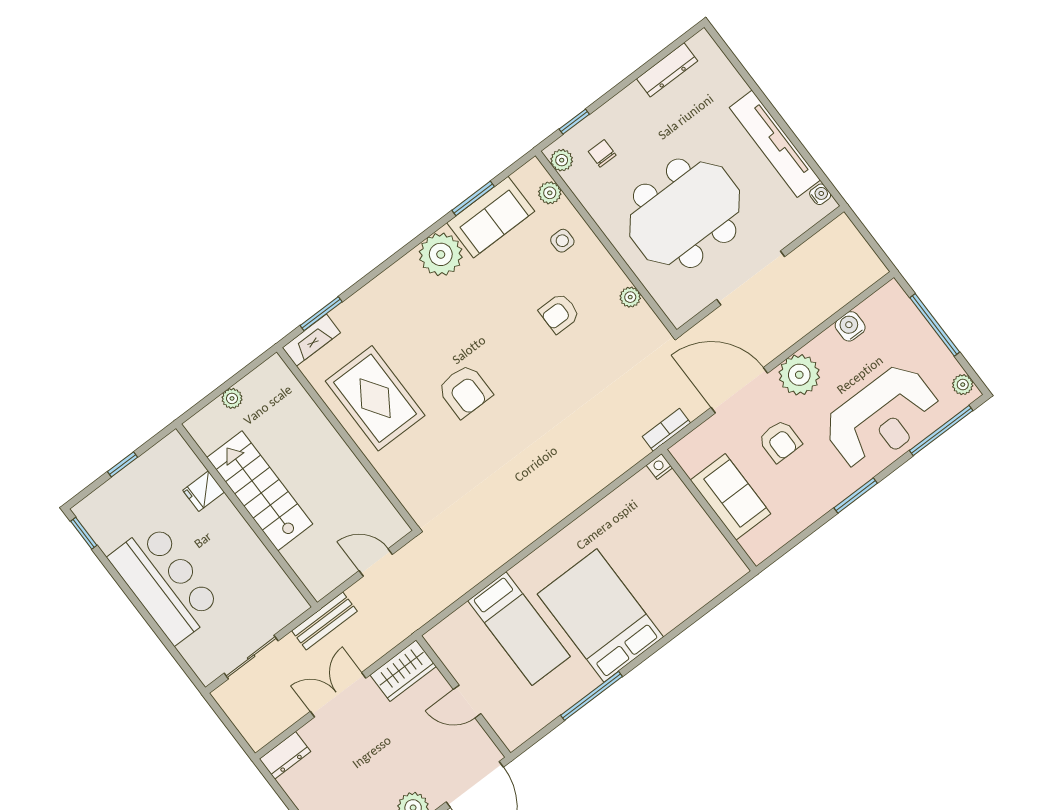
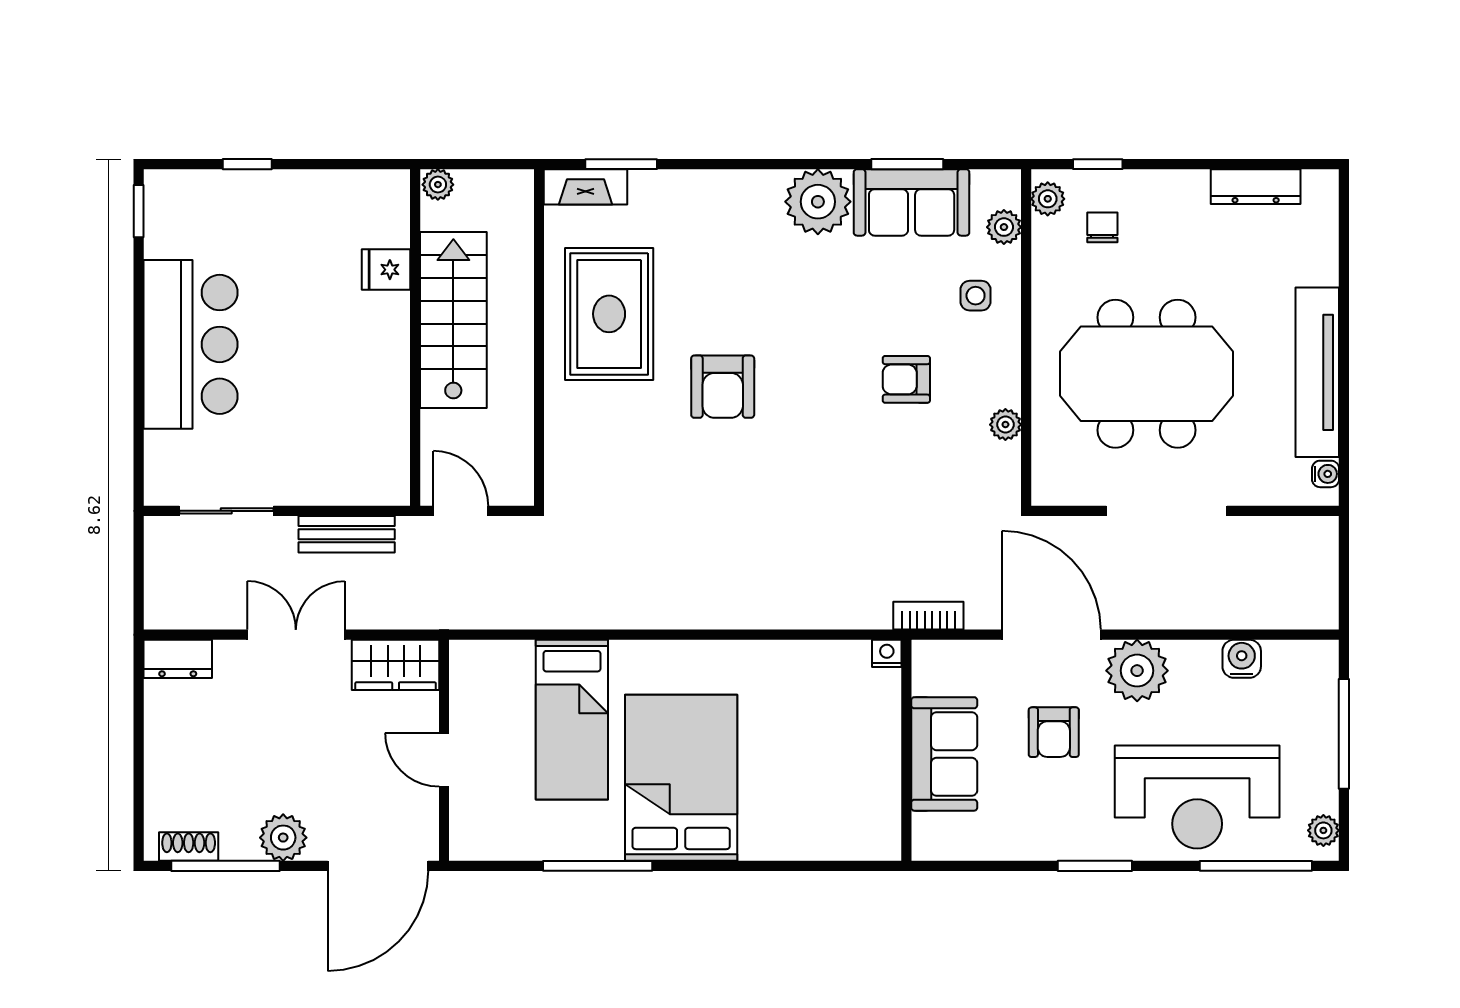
fridge: (204, 491) -> (386, 270), moved
stairs: (260, 491) -> (453, 320), moved
wall: (246, 515) -> (415, 337), moved

